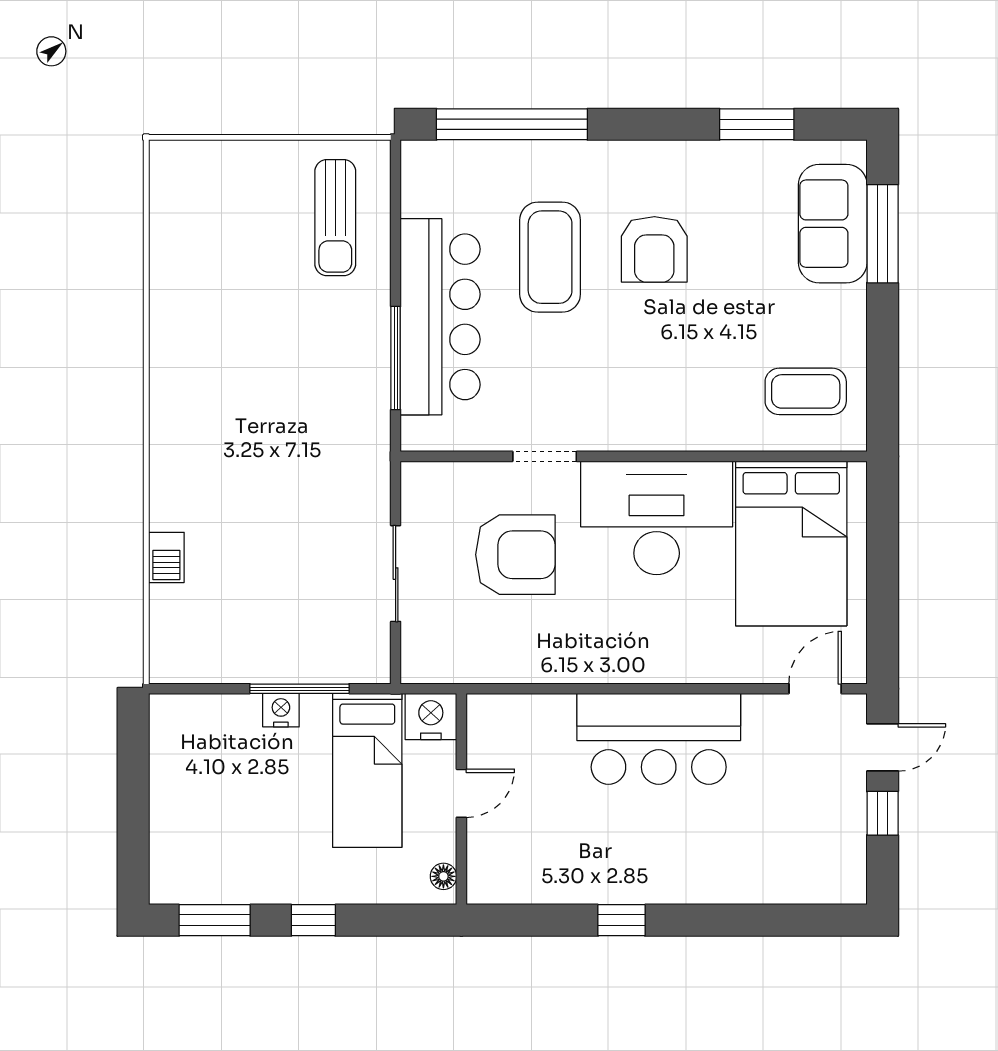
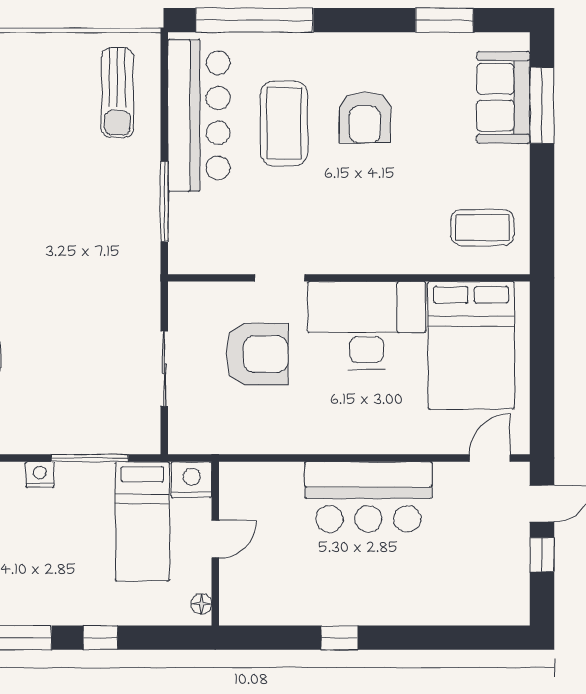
bar counter: (440, 317) -> (199, 115), moved
nightstand: (281, 710) -> (40, 475), moved

